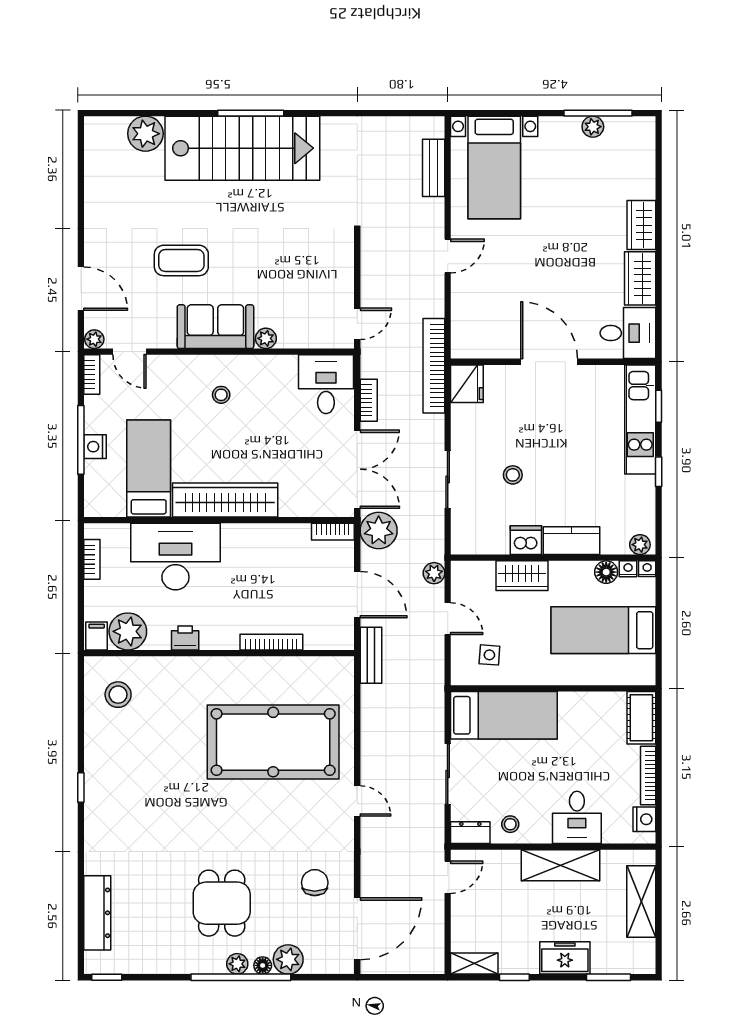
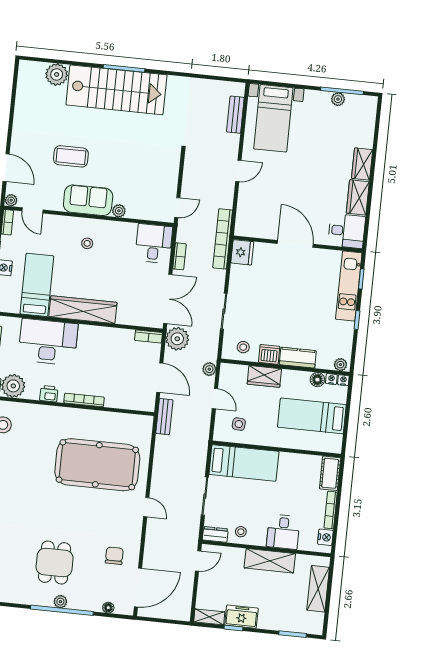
stool: (513, 475) -> (243, 347), moved
bookcase: (271, 642) -> (84, 400), moved
freezer: (565, 958) -> (241, 617), moved
plant: (288, 959) -> (93, 602), removed
floor lamp: (263, 965) -> (108, 608), moved

